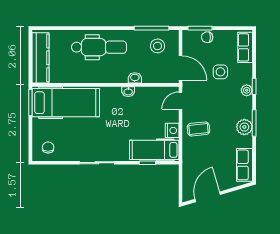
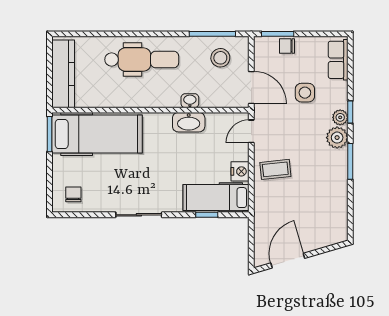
washbasin: (128, 92) -> (189, 122), width x1.91, depth x1.45
plant: (244, 127) -> (337, 138), moved
row of seats: (245, 165) -> (337, 218), removed

